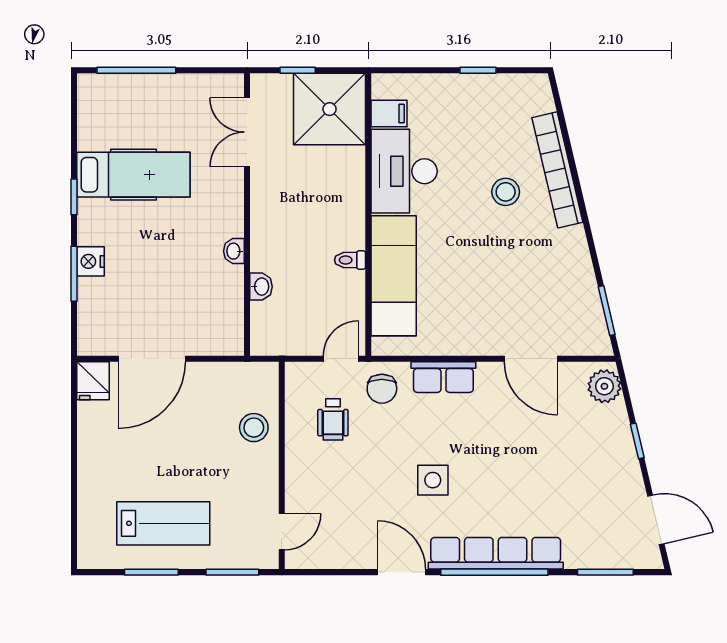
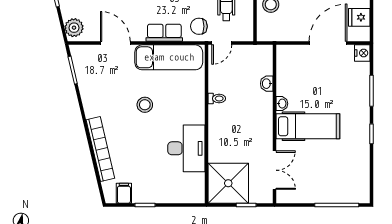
filing cabinet: (389, 114) -> (124, 193), moved, turned 90
hospital bed: (133, 175) -> (308, 126), moved, turned 180
stool: (506, 192) -> (145, 105), moved
nightstand: (91, 261) -> (362, 53), moved
exam couch: (394, 276) -> (169, 57), moved, turned -90
fridge: (93, 381) -> (359, 17), moved, turned -90
chair: (382, 389) -> (199, 26), turned -90

